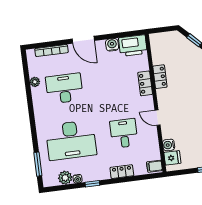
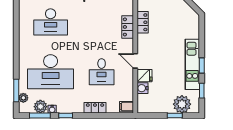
plant: (35, 82) -> (23, 98), moved
desk: (64, 88) -> (51, 22), turned 180
desk: (124, 133) -> (102, 72), turned 180
fridge: (172, 158) -> (145, 76), moved
window: (66, 187) -> (40, 116), added

